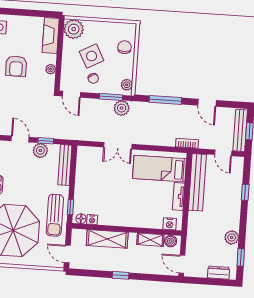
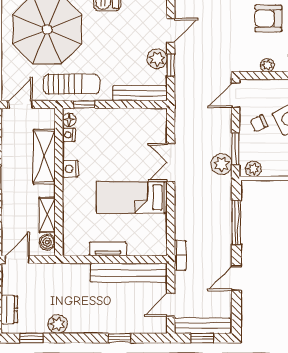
bed: (160, 169) -> (132, 197), moved, turned -90
sun lounger: (55, 215) -> (71, 84), turned 180
nightstand: (170, 224) -> (70, 169), moved

